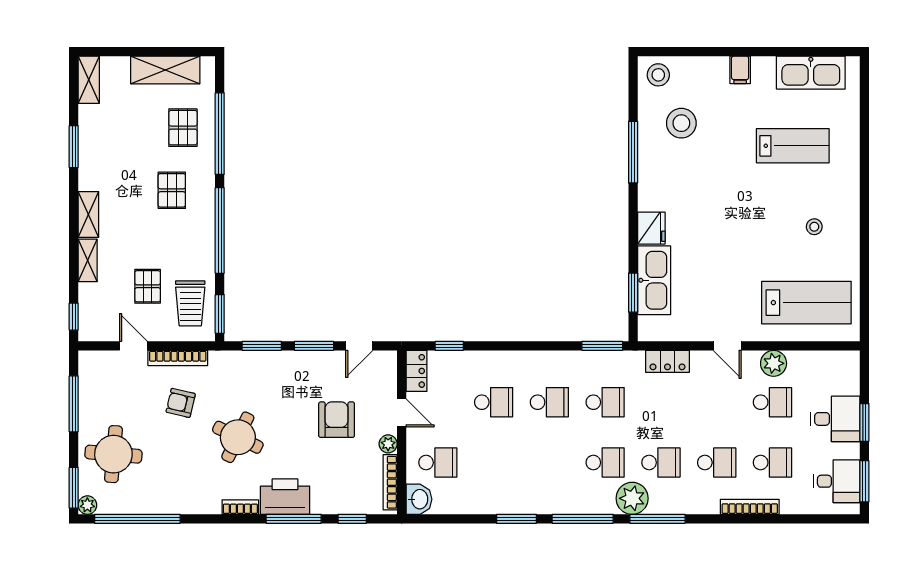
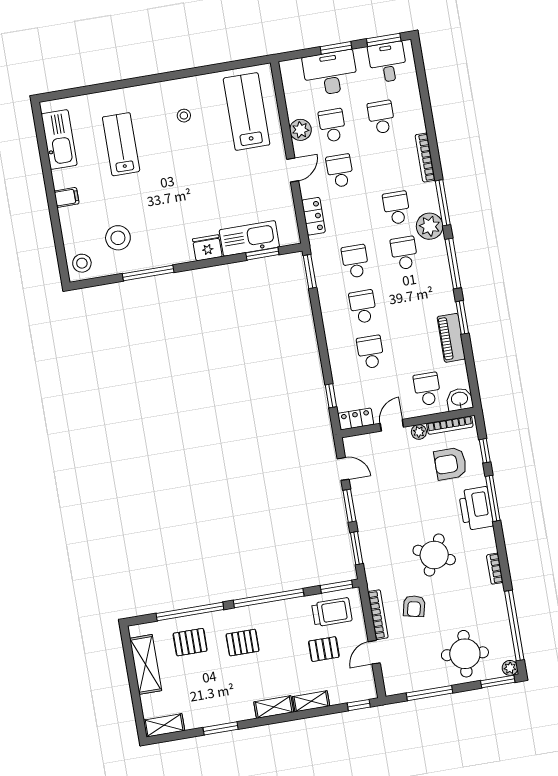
desk: (835, 419) -> (330, 73), width x1.37
armchair: (337, 420) -> (450, 464), moved
school desk: (717, 463) -> (340, 171), moved
piano: (494, 502) -> (451, 338), added
bookcase: (240, 507) -> (495, 569), moved
bookcase: (750, 507) -> (425, 158), moved

